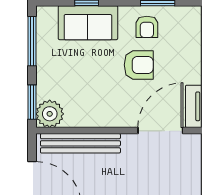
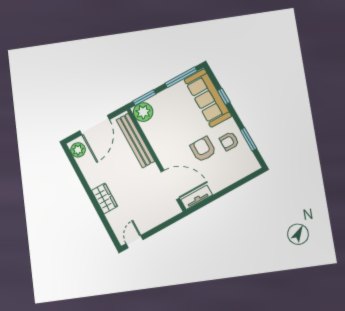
sofa: (88, 23) -> (208, 98), width x1.36
armchair: (139, 65) -> (203, 149), turned 180

